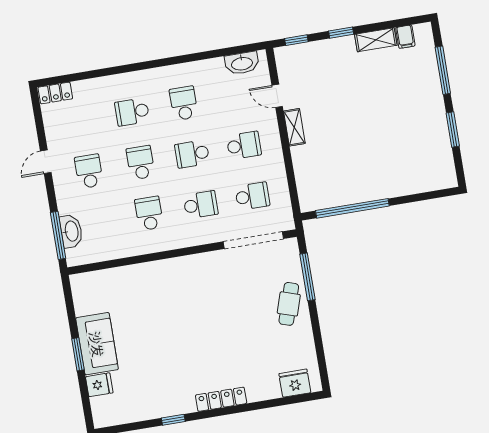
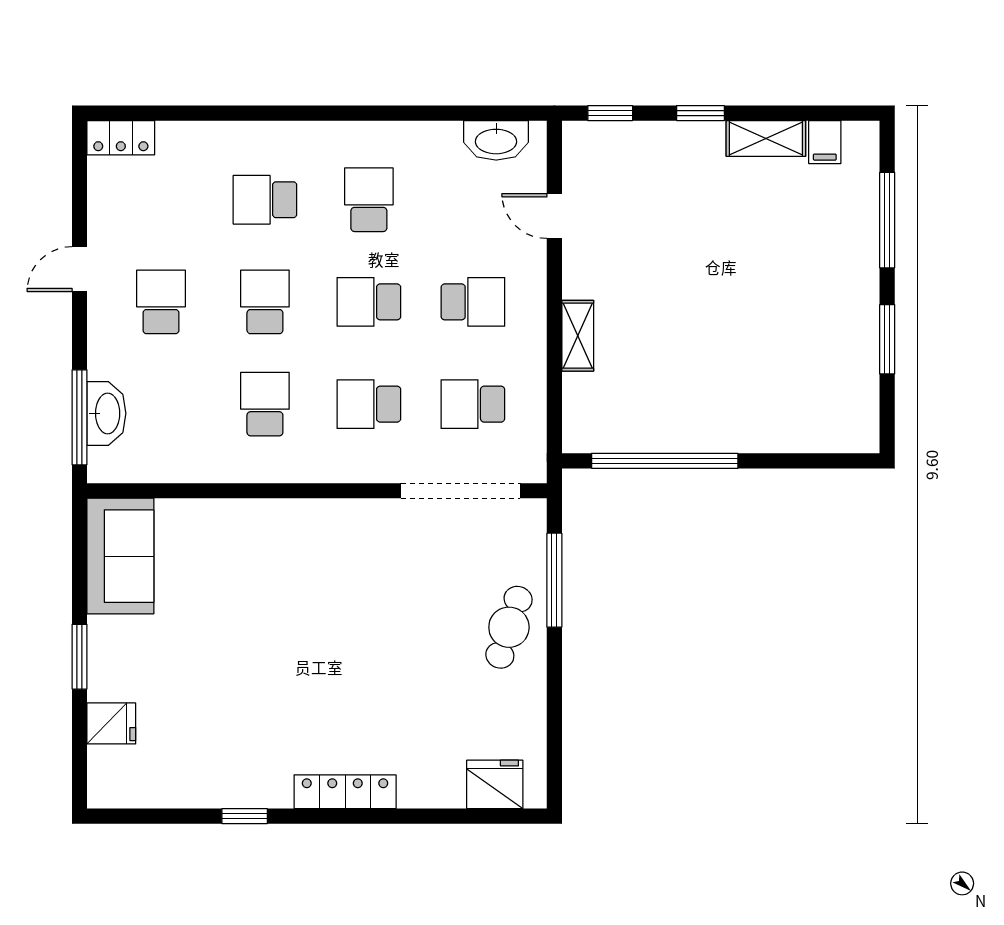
shelving: (294, 127) -> (578, 336), moved
school desk: (252, 196) -> (473, 404), turned 180
school desk: (201, 205) -> (369, 404), turned 180
sofa: (97, 344) -> (120, 556), moved

